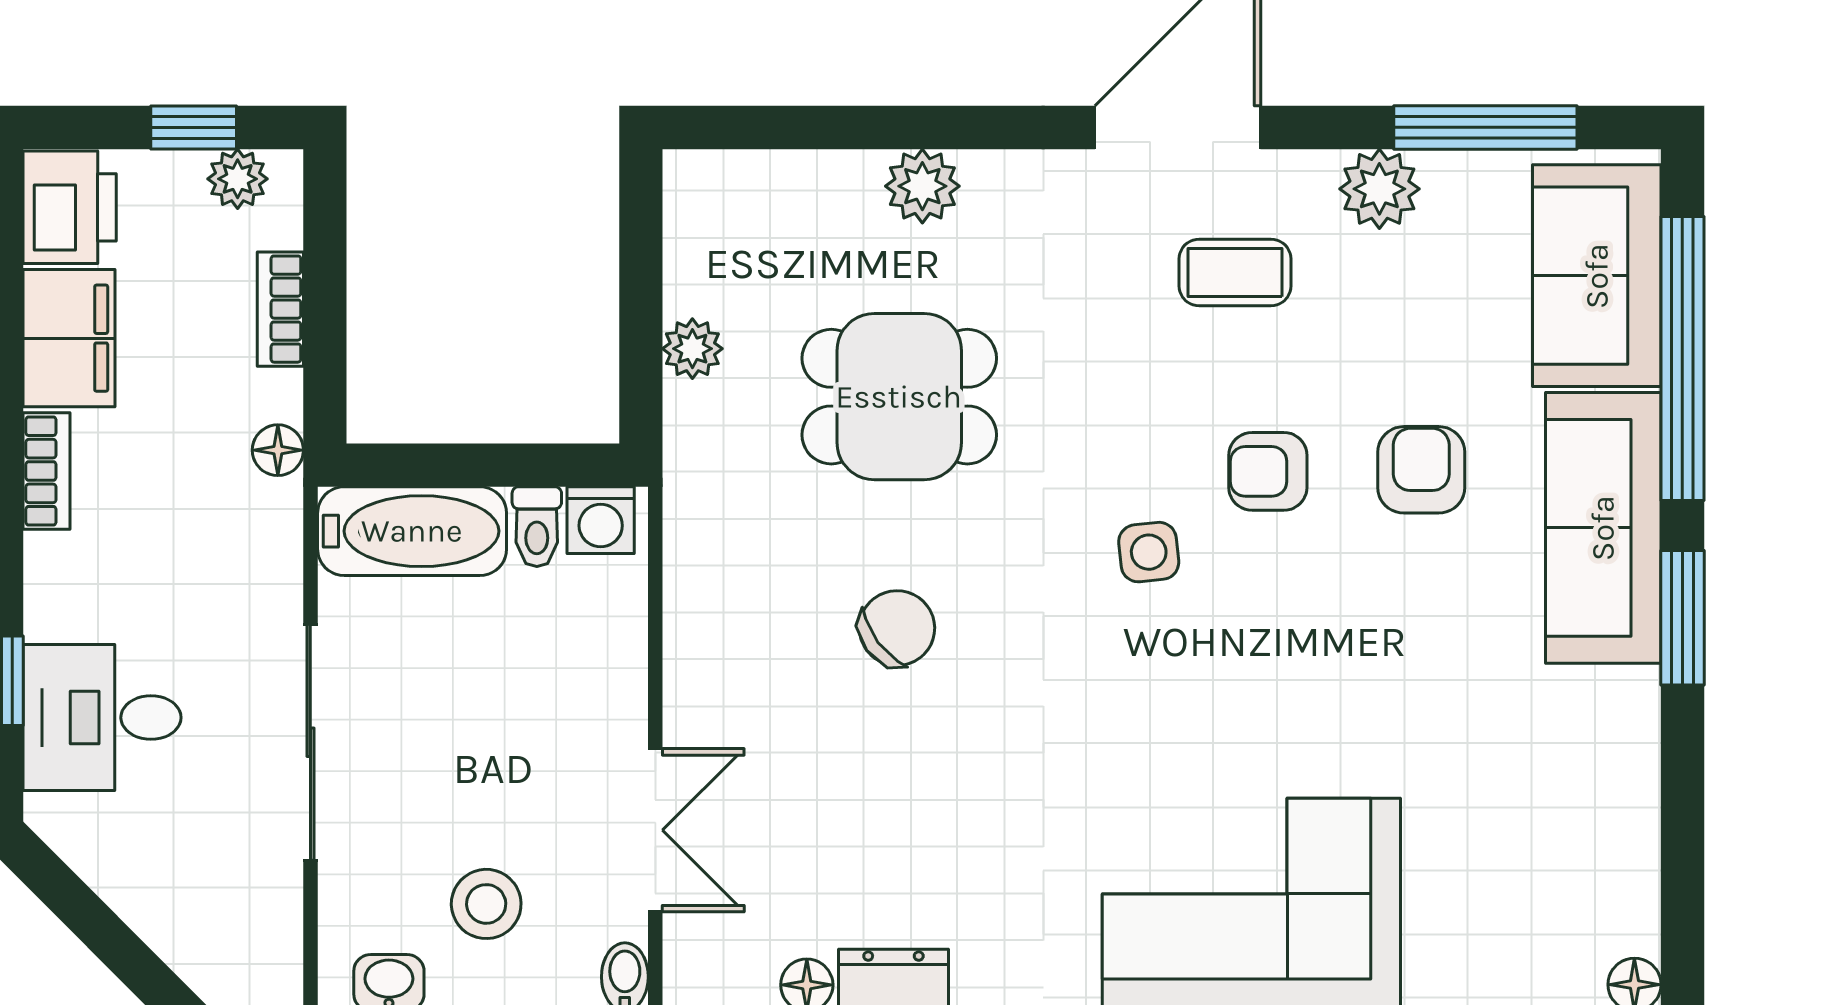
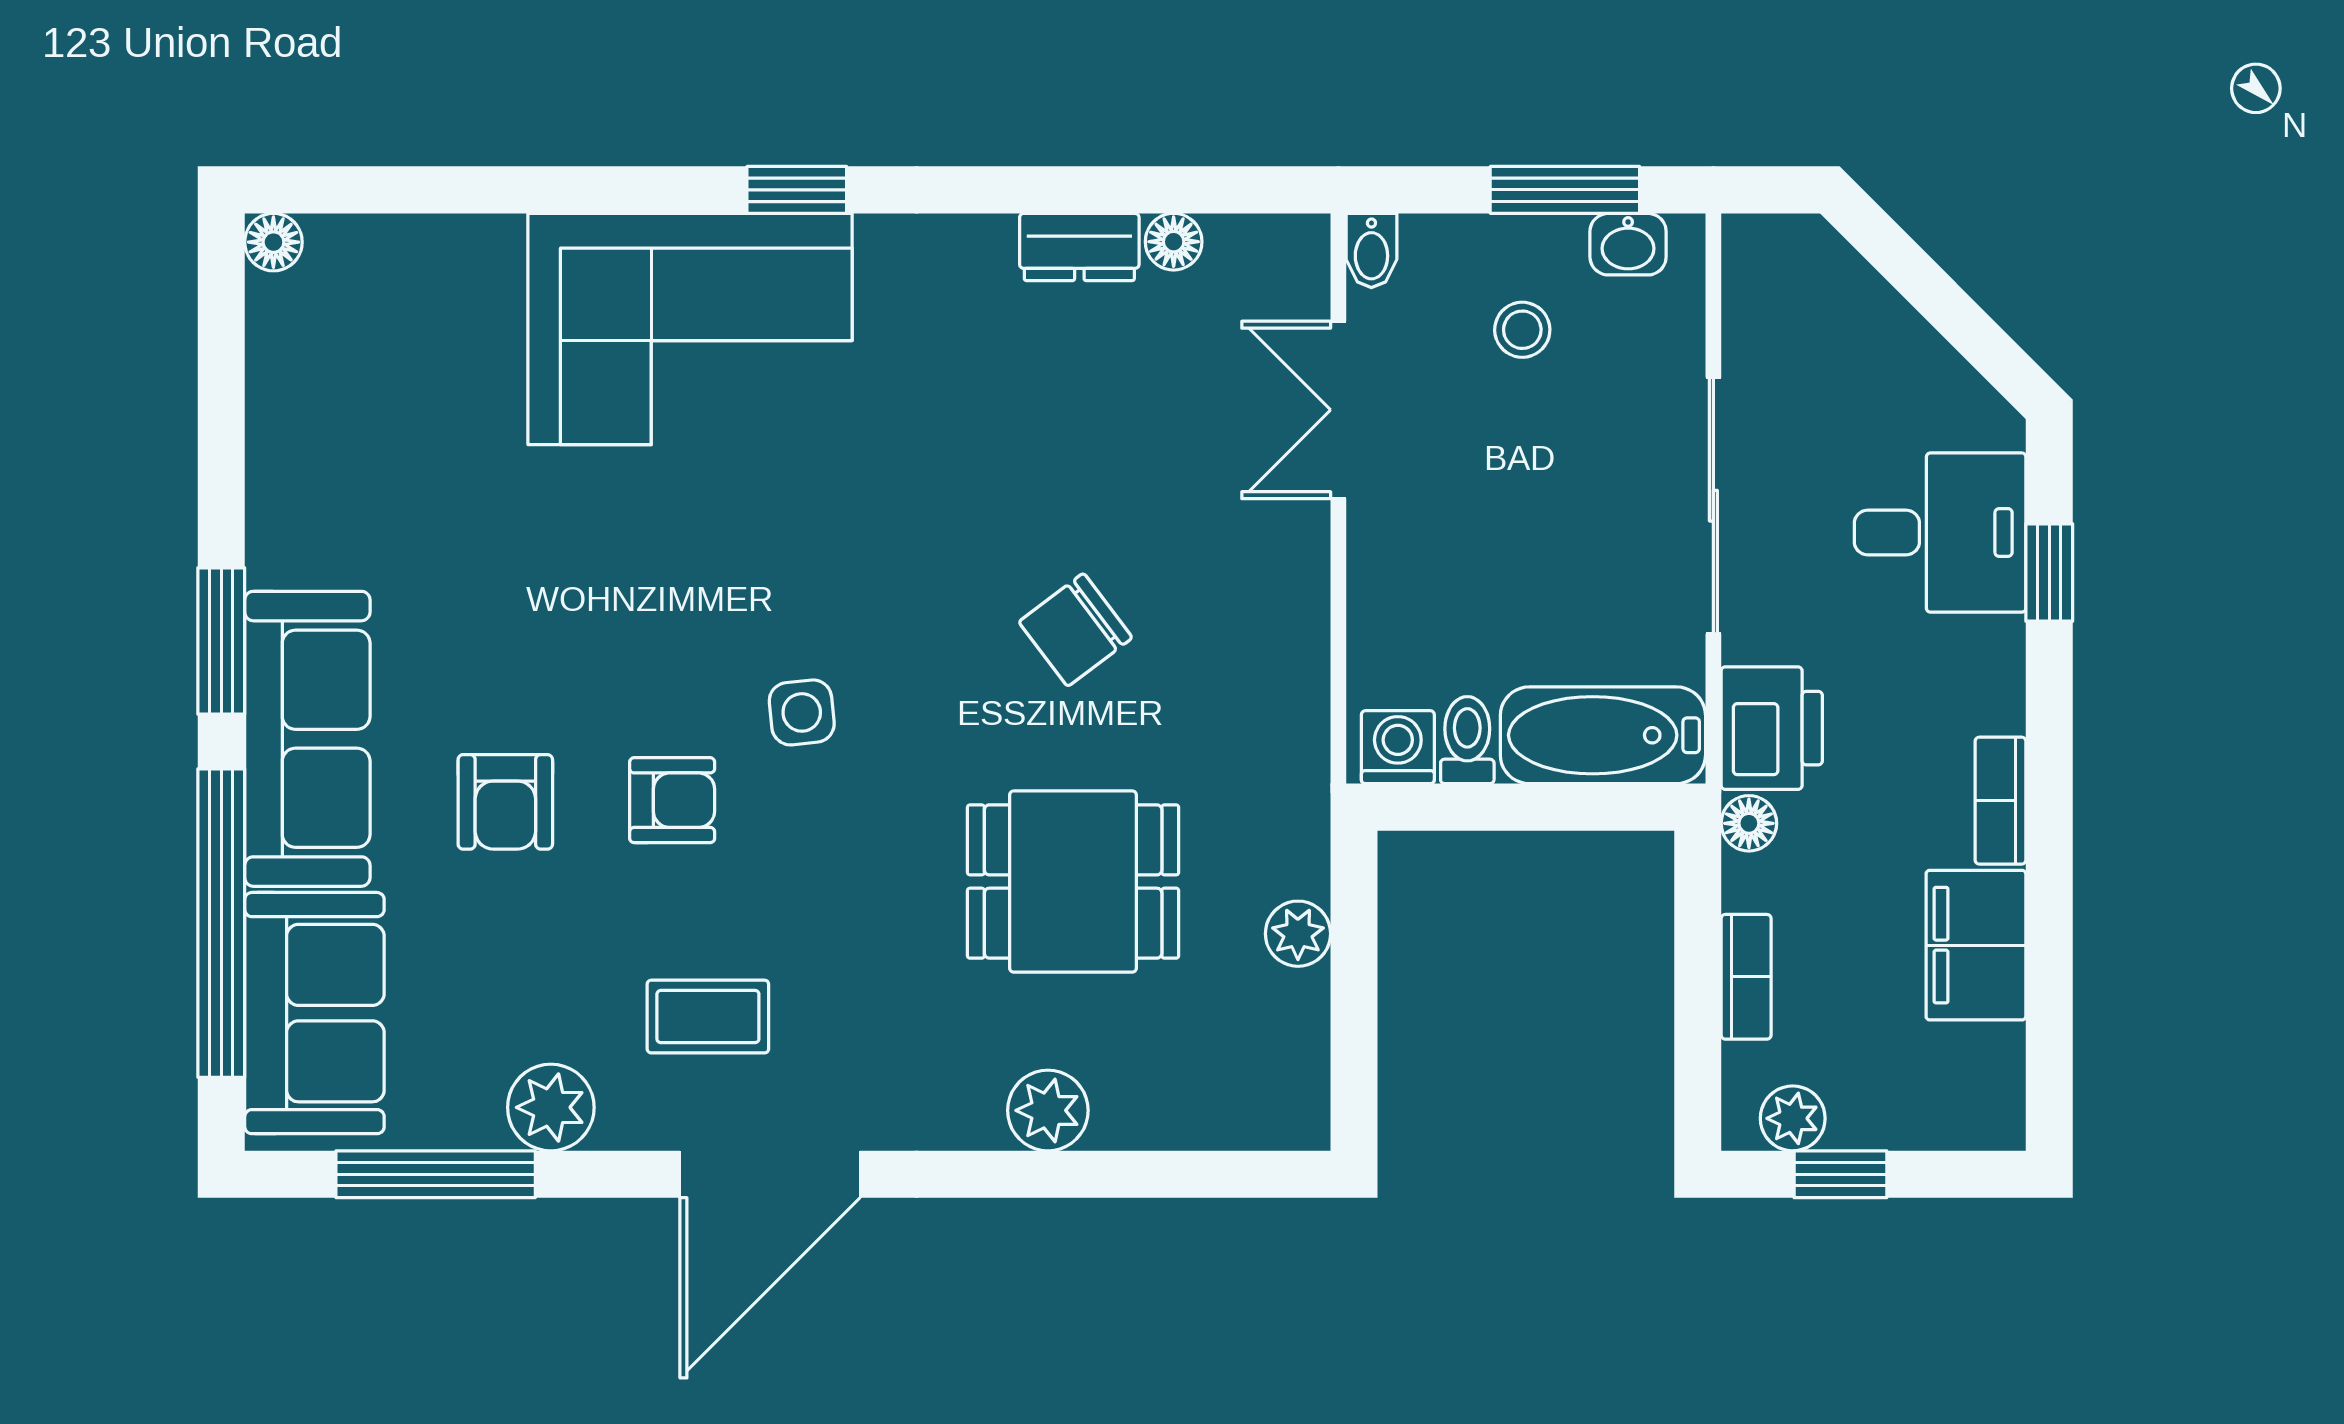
printer: (70, 207) -> (1772, 728), moved, turned 180
stool: (486, 904) -> (1522, 330), width x0.73, depth x0.73

